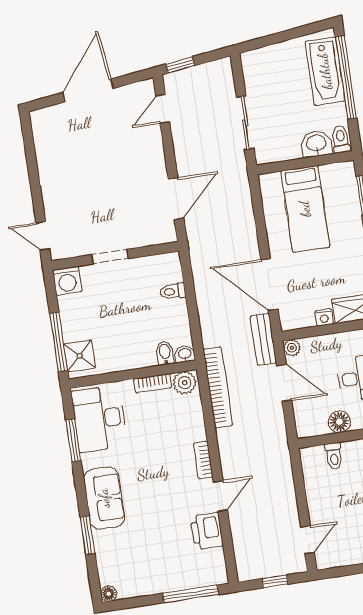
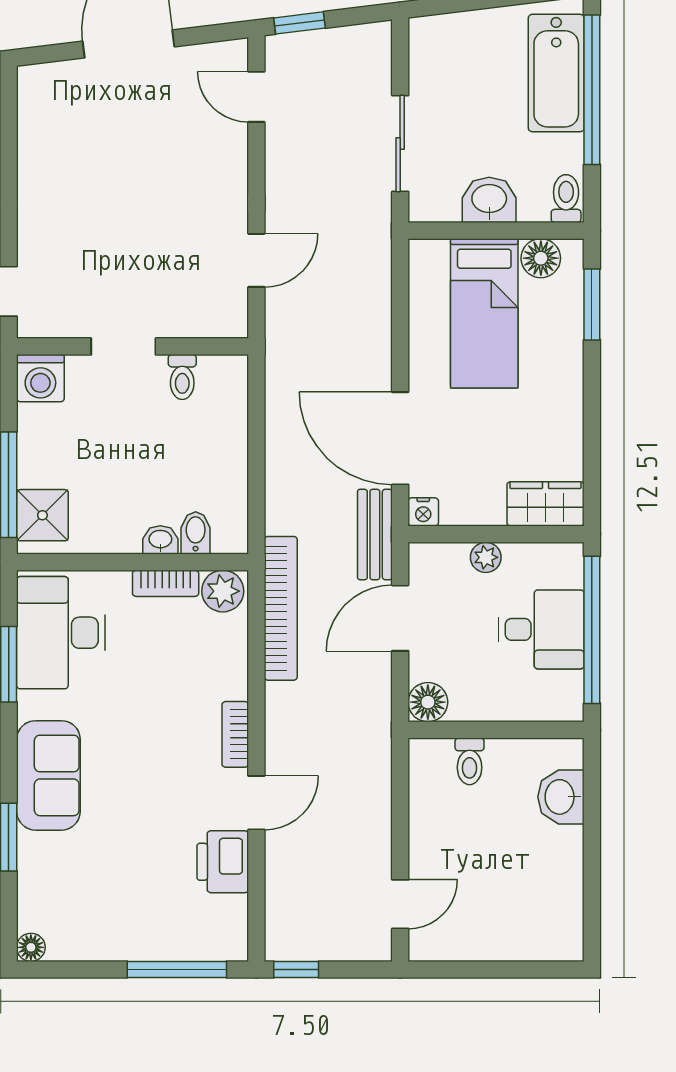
door: (163, 109) -> (256, 97), hinge flipped
washbasin: (316, 144) -> (489, 200), moved
floor lamp: (332, 174) -> (541, 258), added
door: (176, 199) -> (256, 260), width x0.73
toilet: (173, 291) -> (182, 377), moved, turned -90
nightstand: (324, 317) -> (423, 512), moved
plant: (292, 348) -> (486, 557), moved
washbasin: (185, 354) -> (160, 540), moved
door: (284, 383) -> (400, 618), swing flipped
floor lamp: (339, 422) -> (428, 702), moved
window: (275, 581) -> (296, 970), moved

